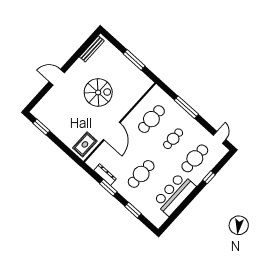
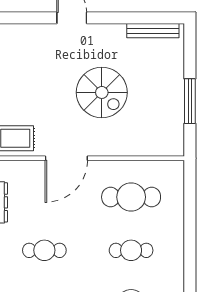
window: (186, 107) -> (190, 230), removed
cafe table: (141, 174) -> (44, 250), width x0.73, depth x0.74

